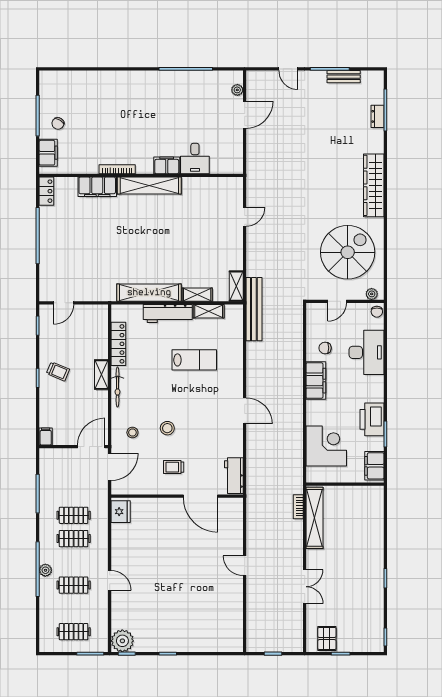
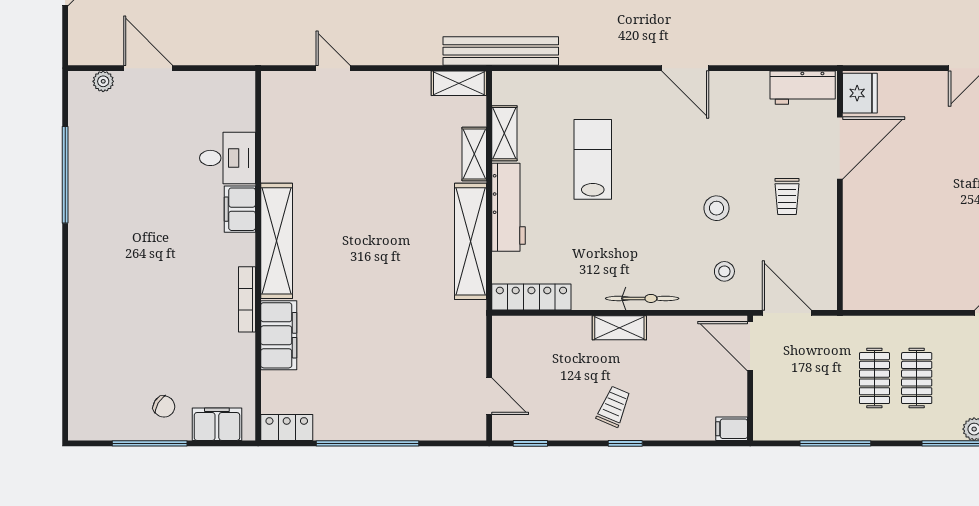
locker: (118, 344) -> (531, 297), moved
door: (245, 411) -> (685, 68), swing flipped
fridge: (121, 512) -> (860, 93), moved, turned 90

